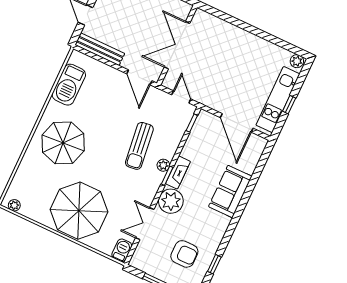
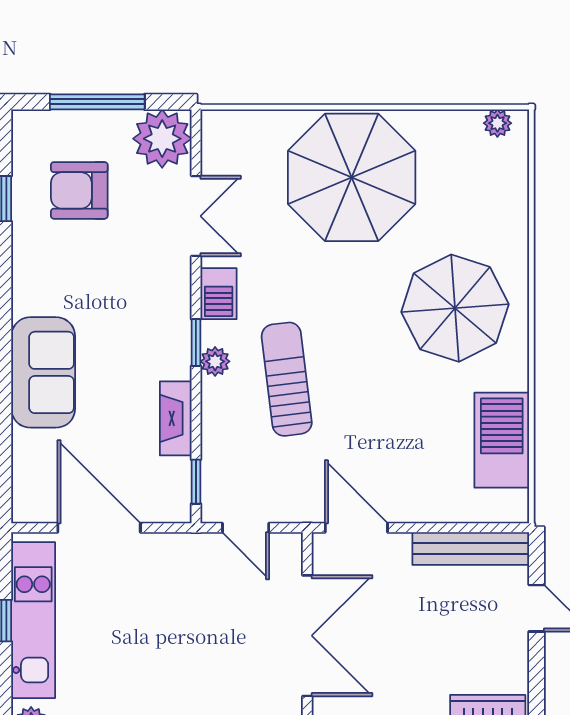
fireplace: (178, 173) -> (176, 418), moved
plant: (171, 201) -> (162, 139), moved
barbecue: (122, 250) -> (219, 294), moved

